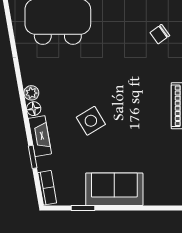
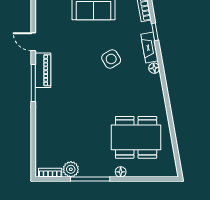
chair: (160, 34) -> (59, 124), removed
plant: (31, 93) -> (156, 80), removed

